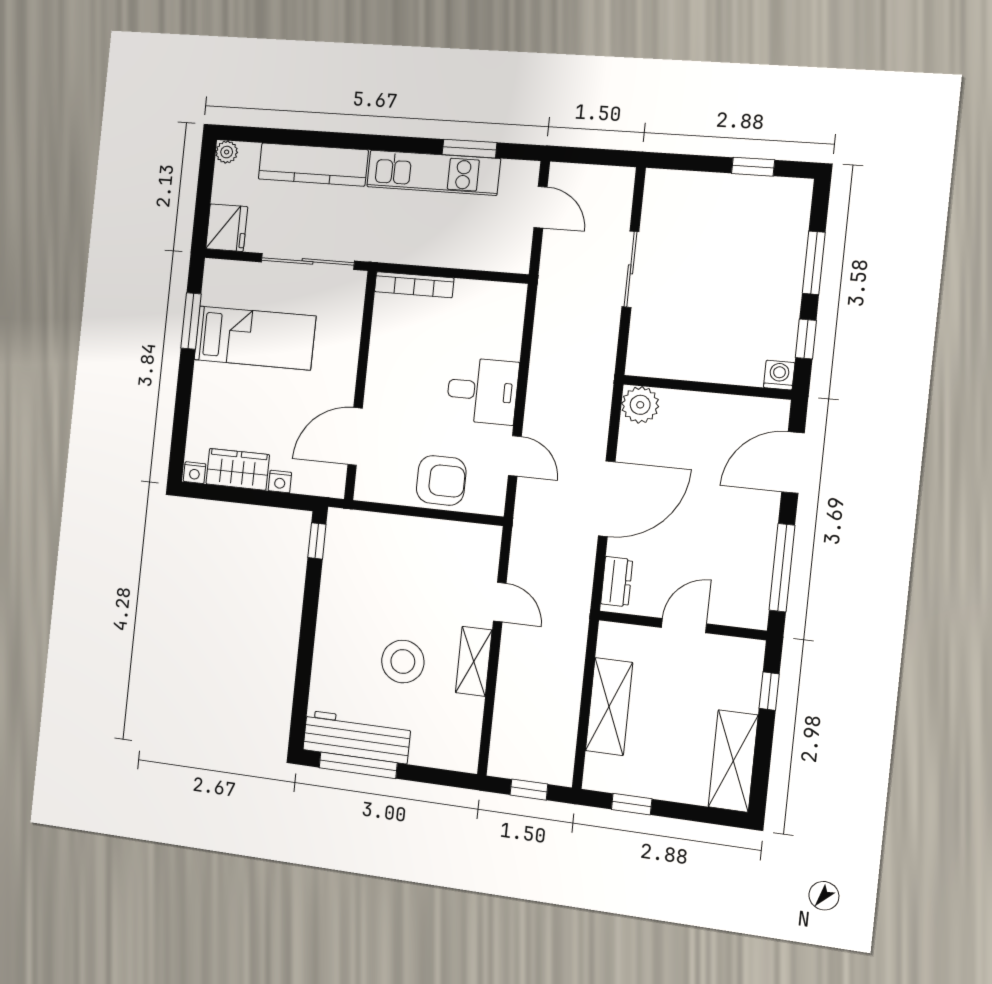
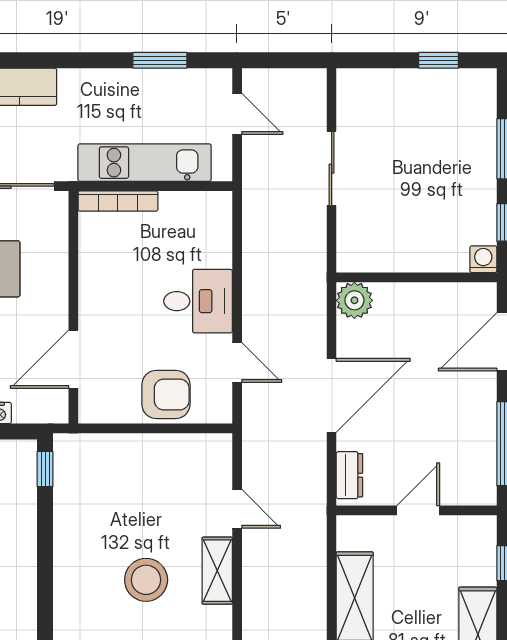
kitchen unit: (433, 173) -> (145, 163), moved, turned 180

